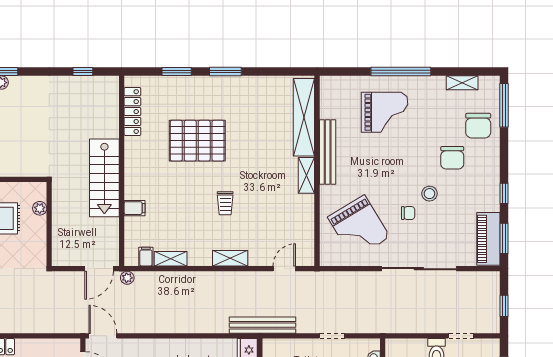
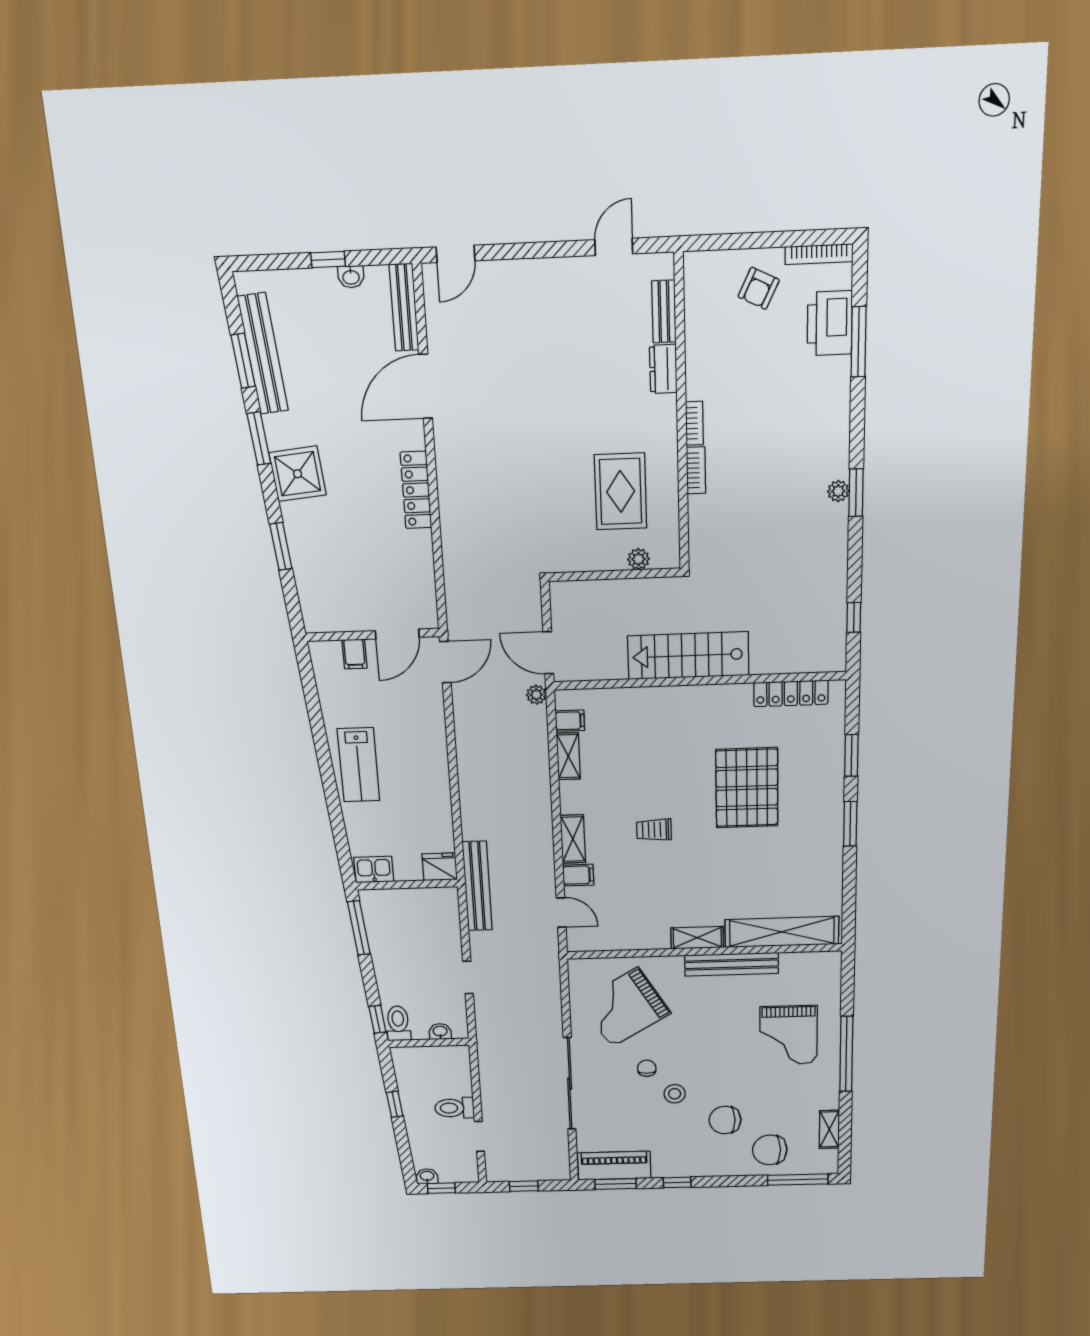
filing cabinet: (135, 208) -> (578, 875), moved, turned -90
chair: (408, 213) -> (647, 1068), turned 180

